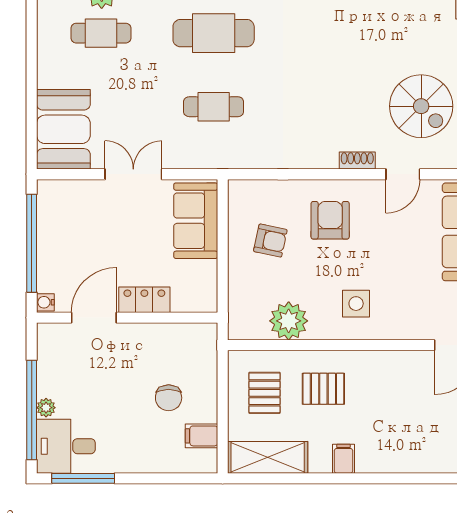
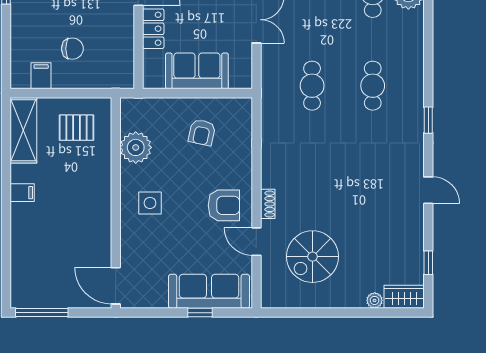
cafe table: (214, 33) -> (373, 86), width x0.73, depth x0.74
armchair: (330, 220) -> (224, 205), moved
sofa: (196, 221) -> (197, 71), moved
pallet: (323, 389) -> (80, 176), removed
chair: (169, 398) -> (72, 49), turned 180

